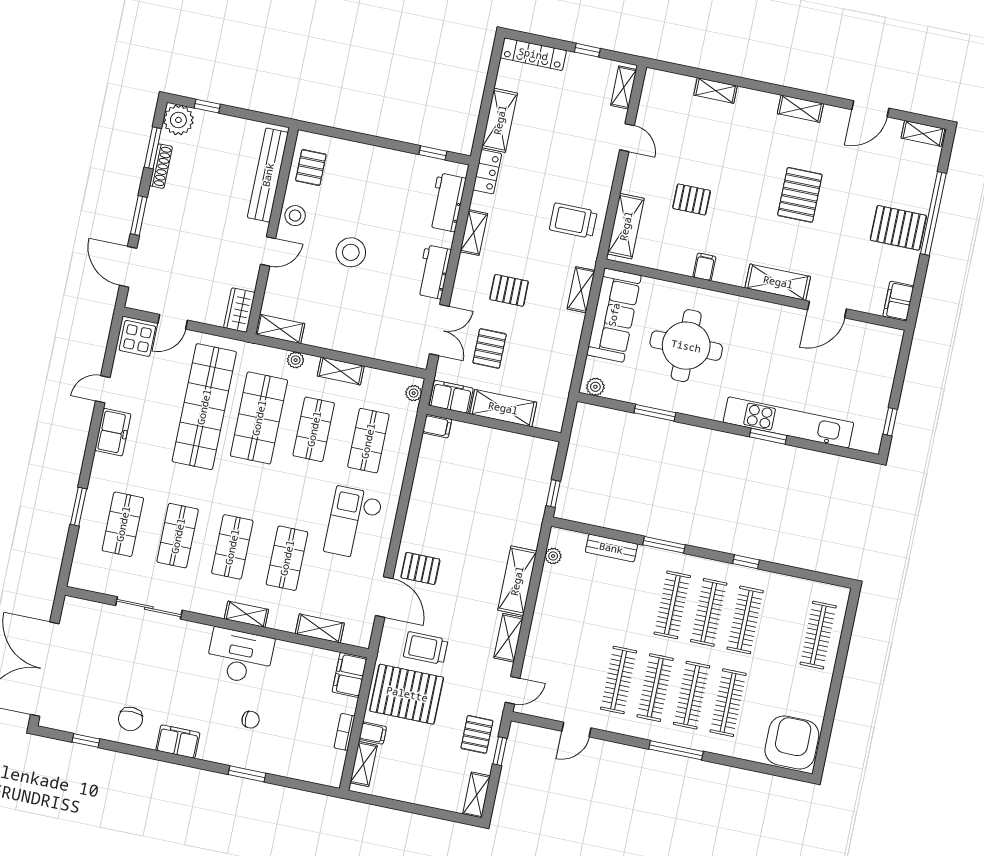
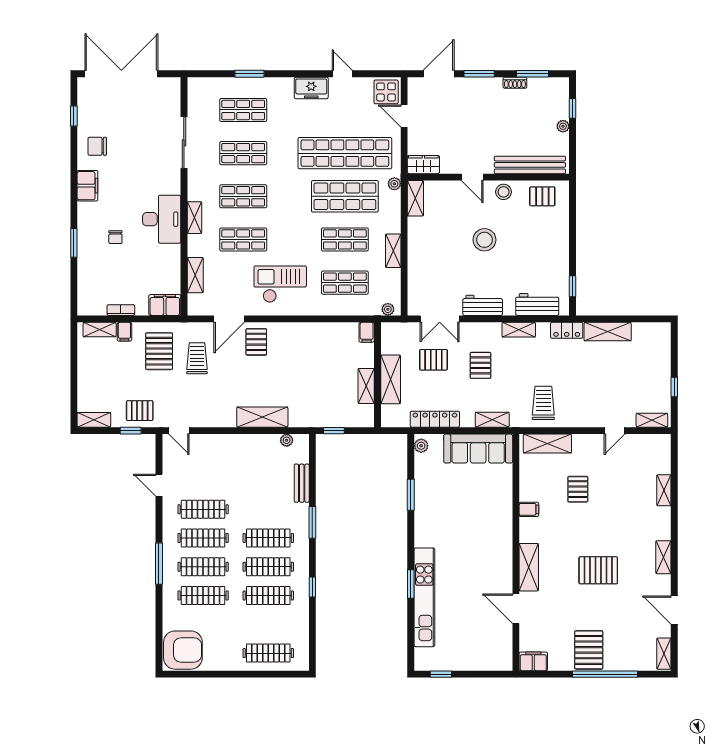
locker: (533, 54) -> (435, 419), moved, turned 90
plant: (178, 120) -> (563, 126), moved, width x0.53, depth x0.53
shoe rack: (161, 166) -> (515, 83), width x0.70
round table: (686, 346) -> (466, 508), removed
plant: (296, 360) -> (394, 184), moved
filing cabinet: (451, 397) -> (391, 338), removed
shelving: (508, 638) -> (366, 386), moved, turned 90
pallet: (407, 694) -> (159, 351), width x0.73, depth x0.71

